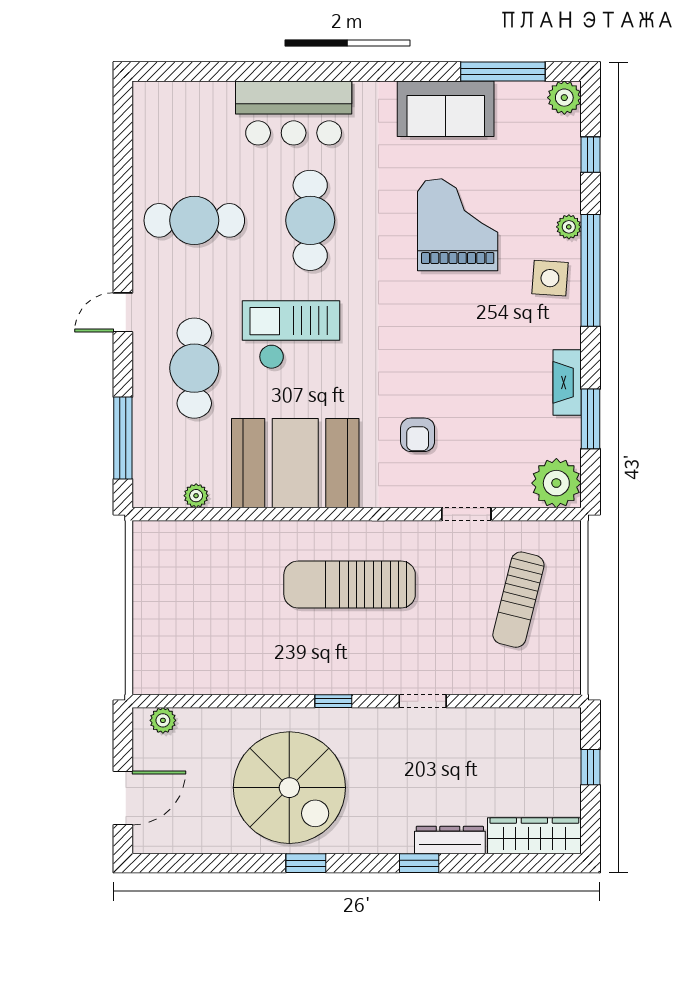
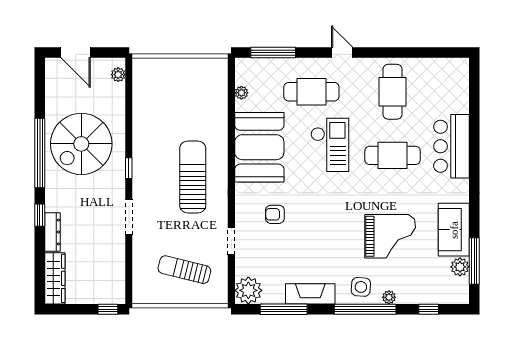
plant: (564, 98) -> (460, 267), moved
fireplace: (567, 382) -> (310, 294), width x1.37, depth x1.32
window: (590, 419) -> (284, 309), width x1.44
doorway: (423, 701) -> (129, 217), width x1.38
window: (590, 767) -> (108, 309), moved
window: (306, 863) -> (40, 153), width x3.17

